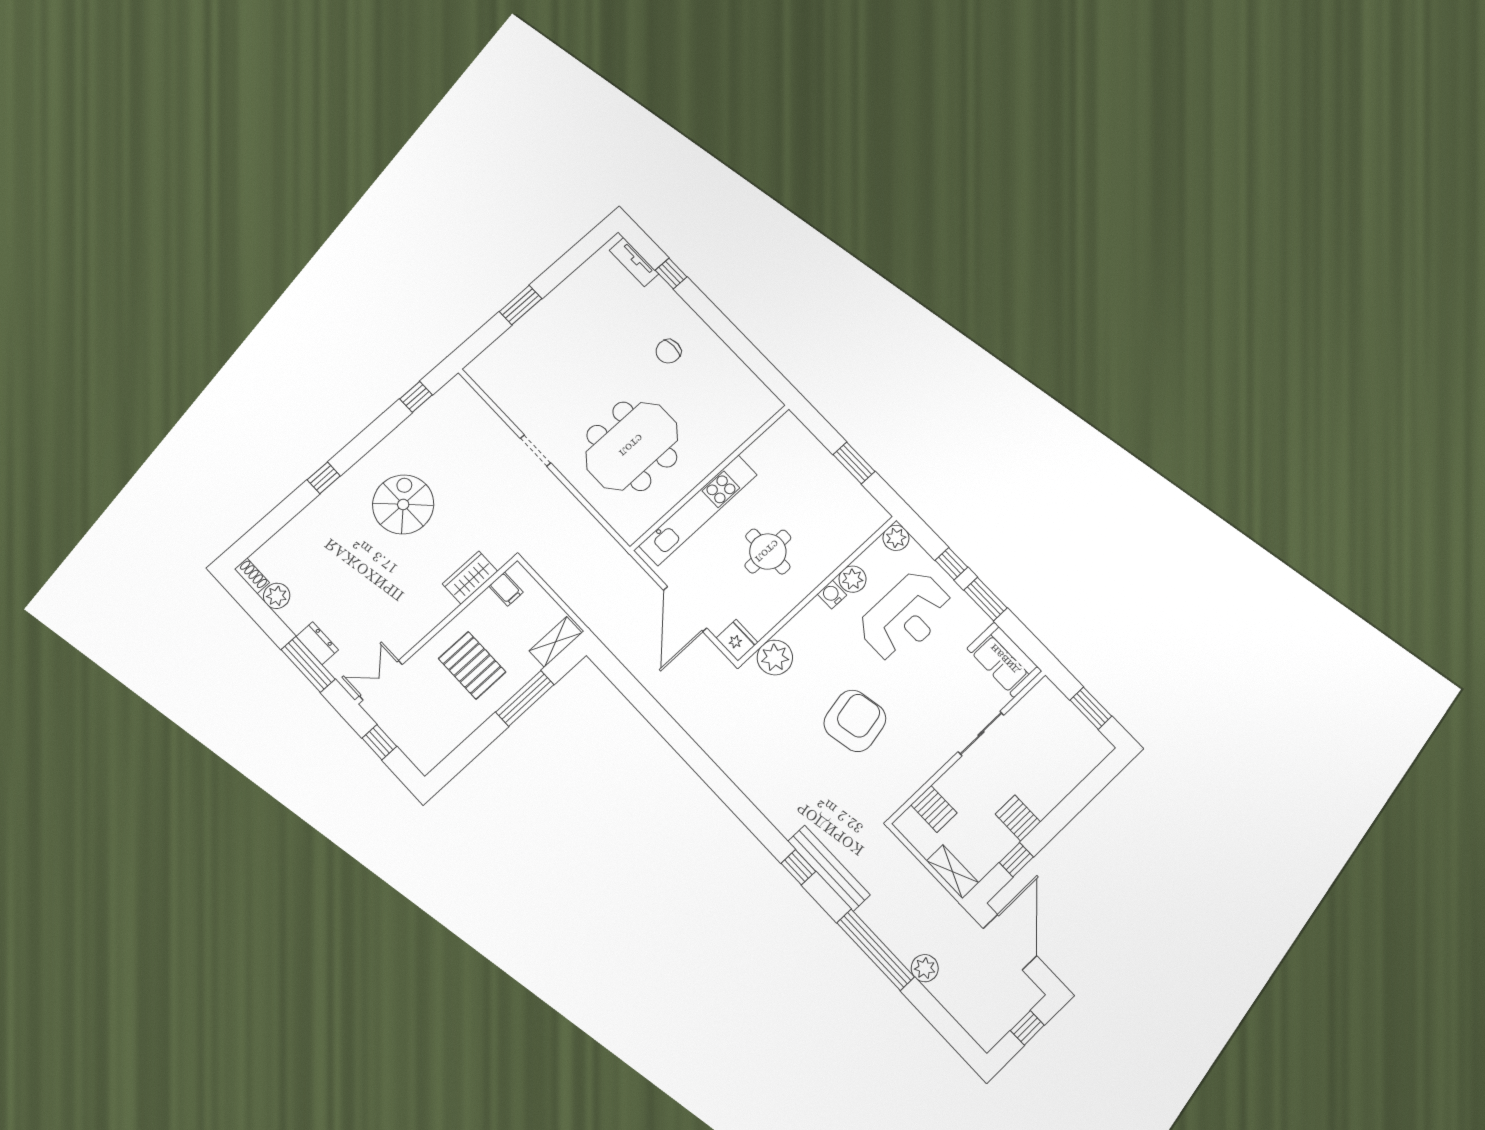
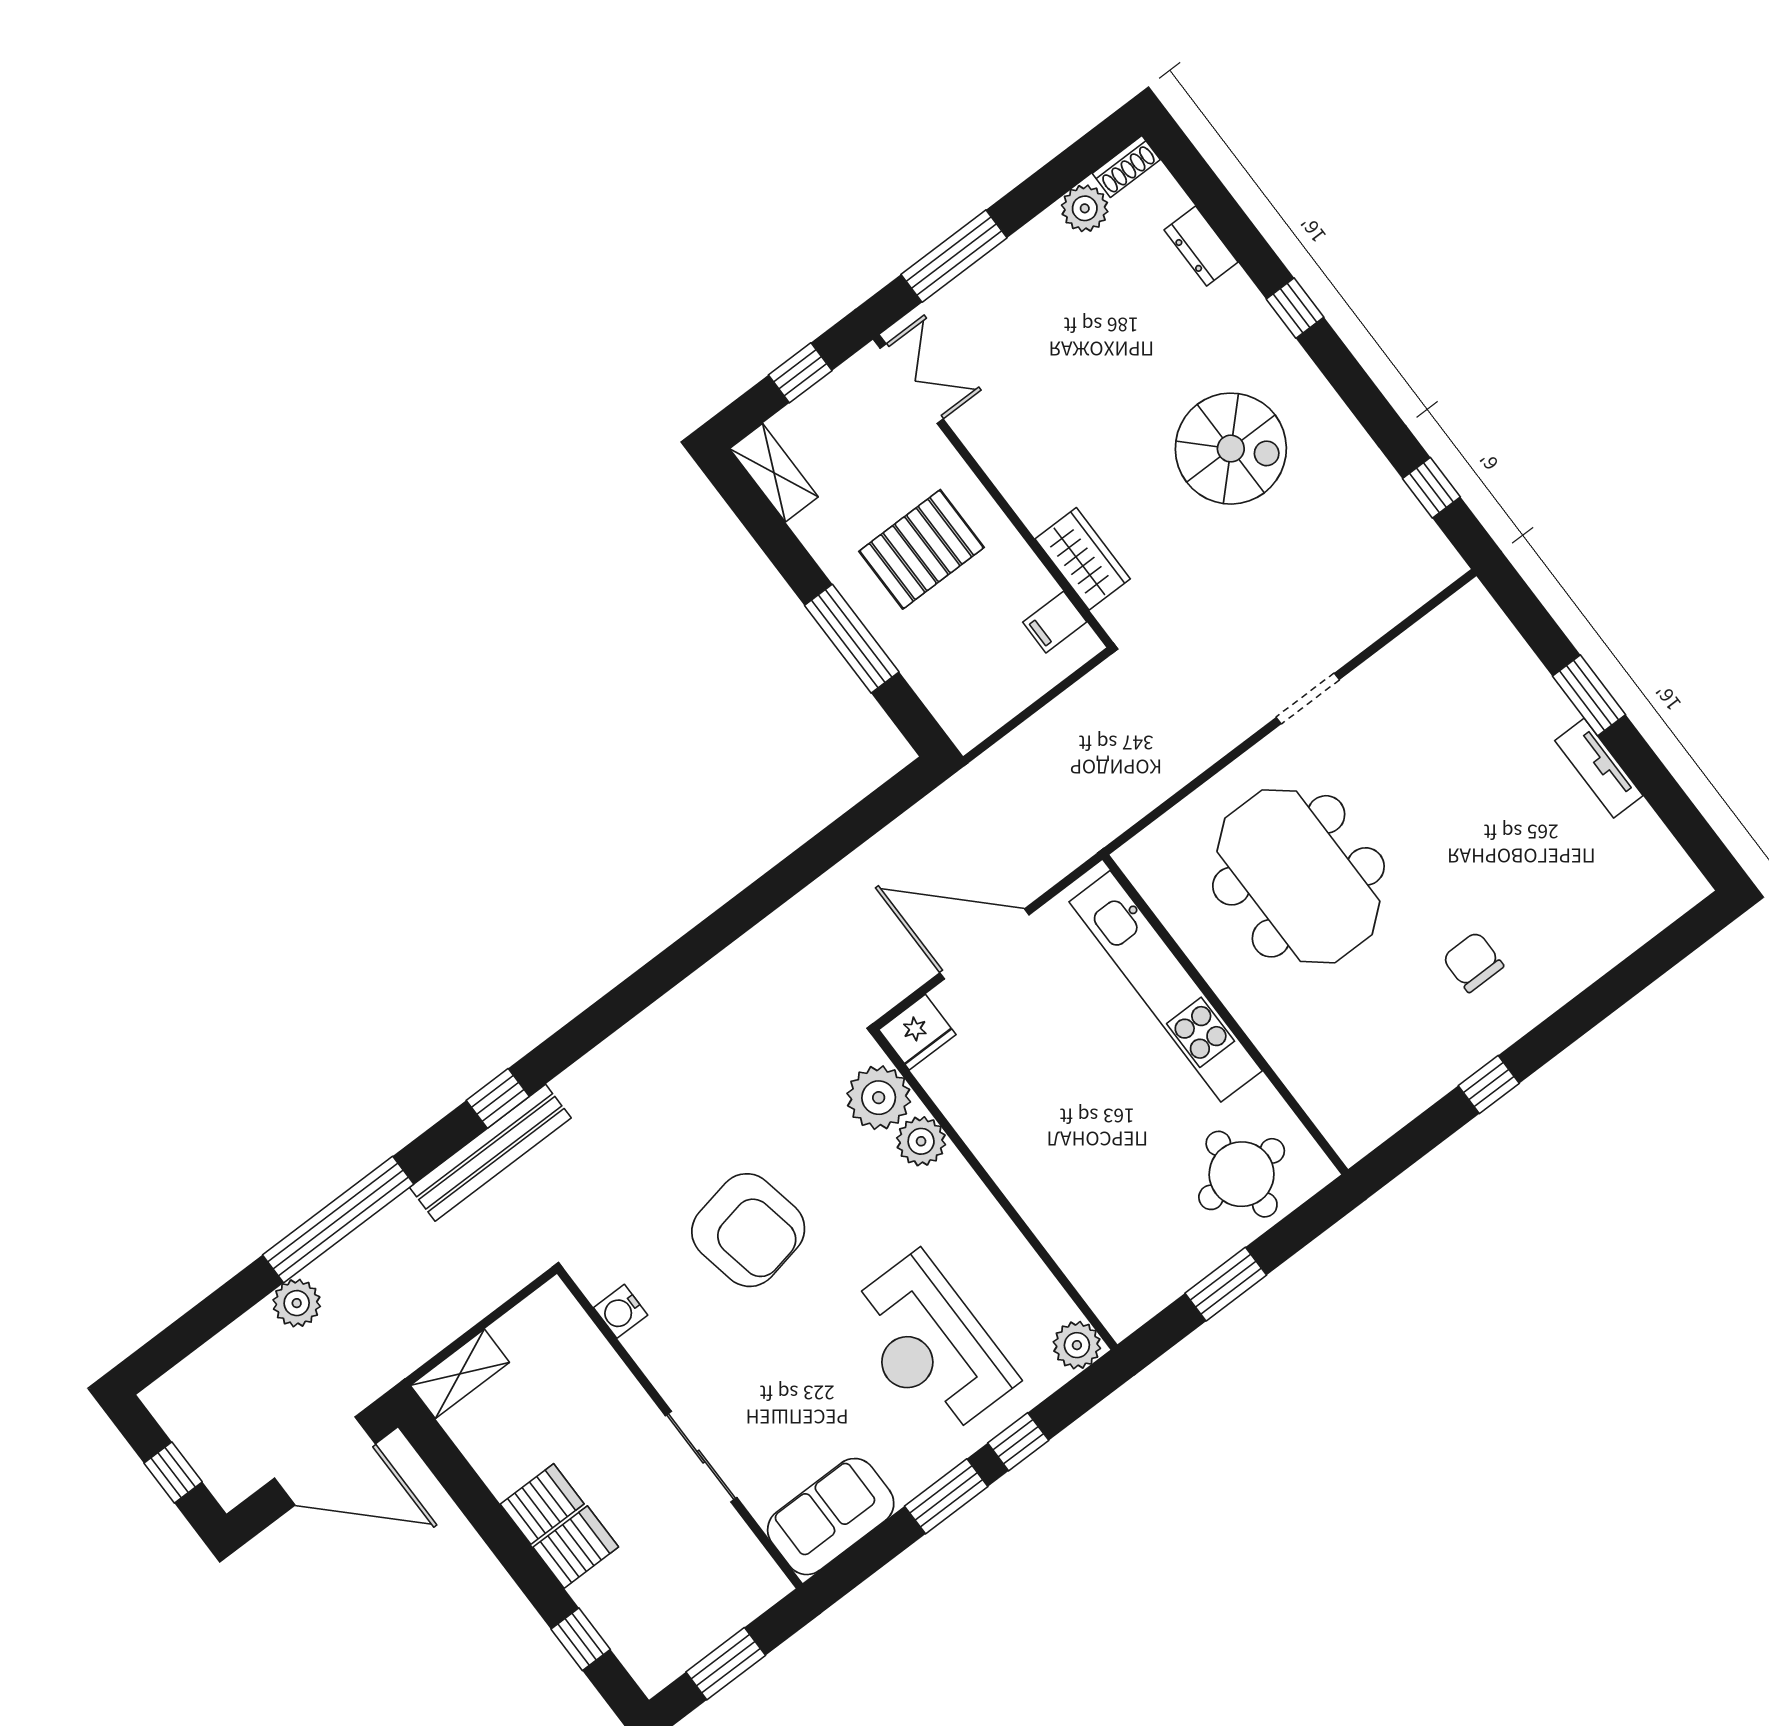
tv unit: (634, 262) -> (1599, 768), moved, turned -90
window: (671, 273) -> (1489, 1084), moved
round table: (768, 552) -> (1242, 1174), moved
plant: (853, 579) -> (921, 1141), moved
water cooler: (832, 595) -> (621, 1311), moved, turned 180
shelving: (556, 642) -> (774, 473), moved
dresser: (317, 643) -> (1201, 246), moved, turned 90
server rack: (934, 809) -> (576, 1547), moved, turned 180
window: (1016, 860) -> (581, 1639), moved

